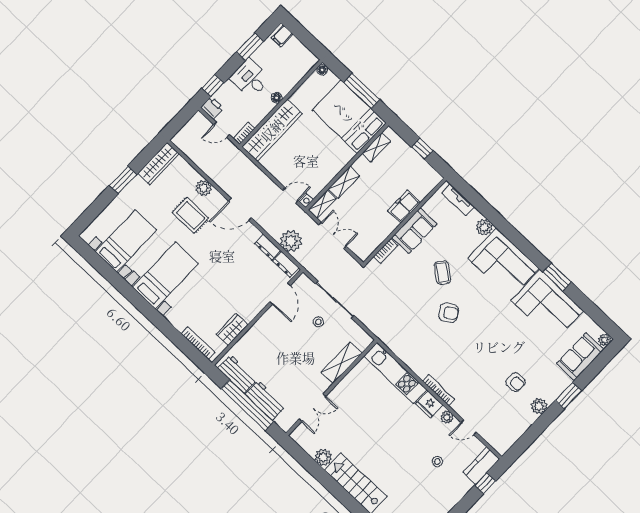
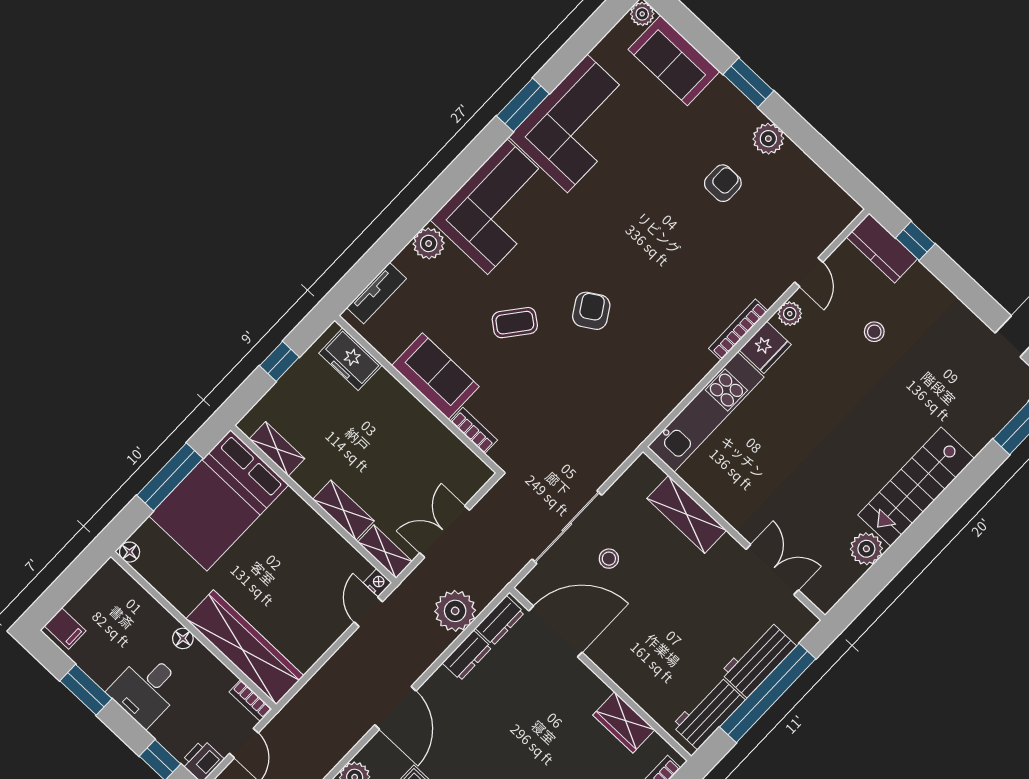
freezer: (404, 207) -> (351, 359), moved
door: (280, 294) -> (555, 632), width x1.36

